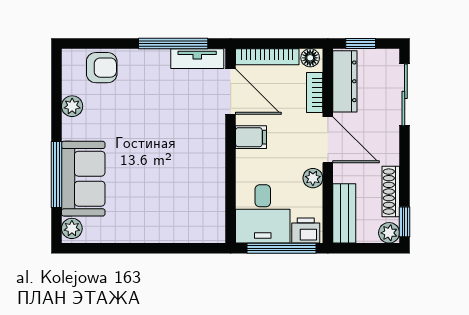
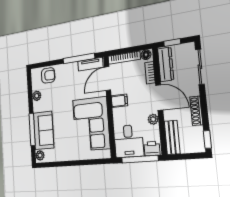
door: (231, 92) -> (107, 79), swing flipped
corner sofa: (190, 175) -> (91, 124), added
shoe rack: (391, 192) -> (196, 111), moved
plant: (389, 233) -> (199, 147), removed

